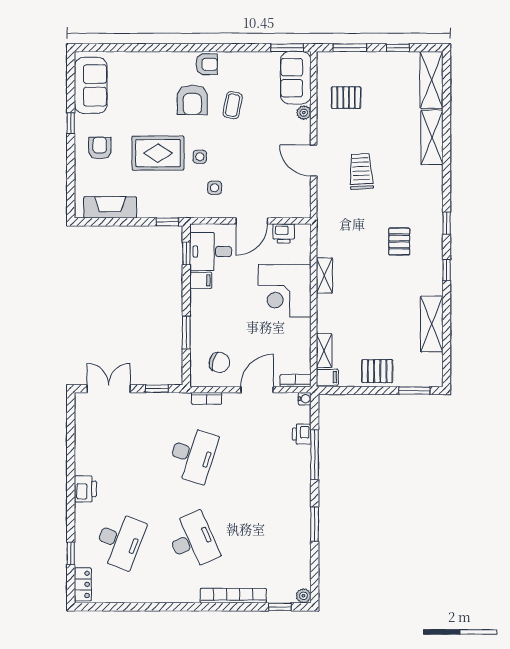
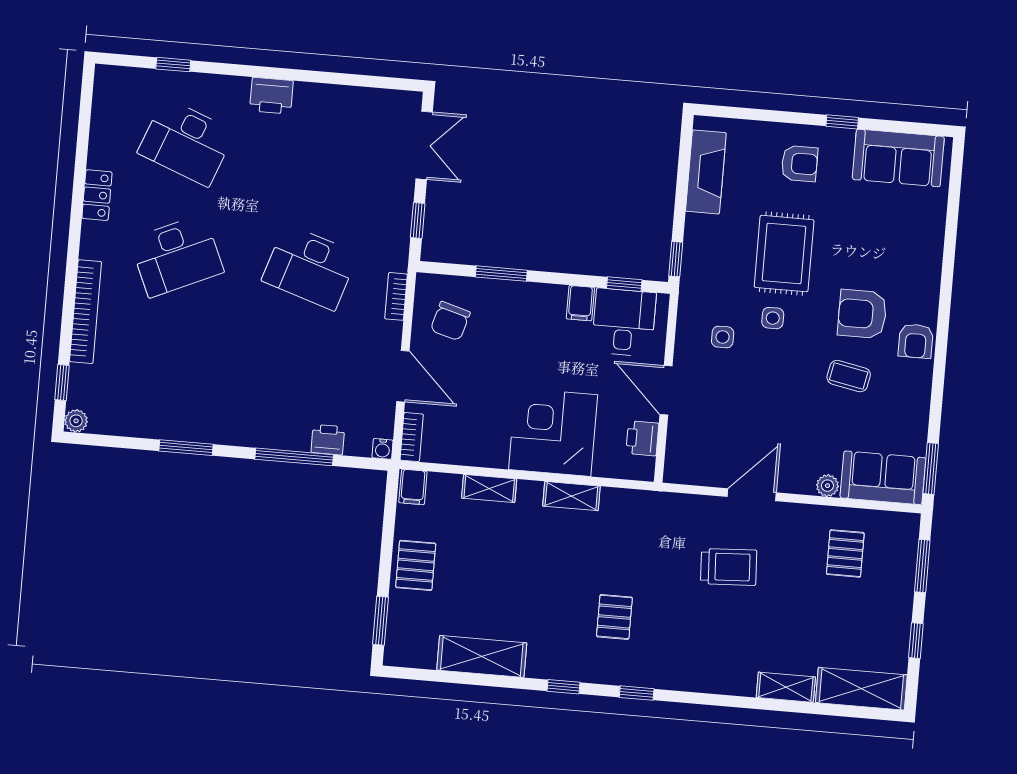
shelving: (432, 137) -> (786, 687), width x0.67, depth x0.75
pallet: (399, 241) -> (614, 617), turned 90
shelving: (324, 351) -> (489, 488), moved
locker: (83, 584) -> (97, 195), moved, turned -90

